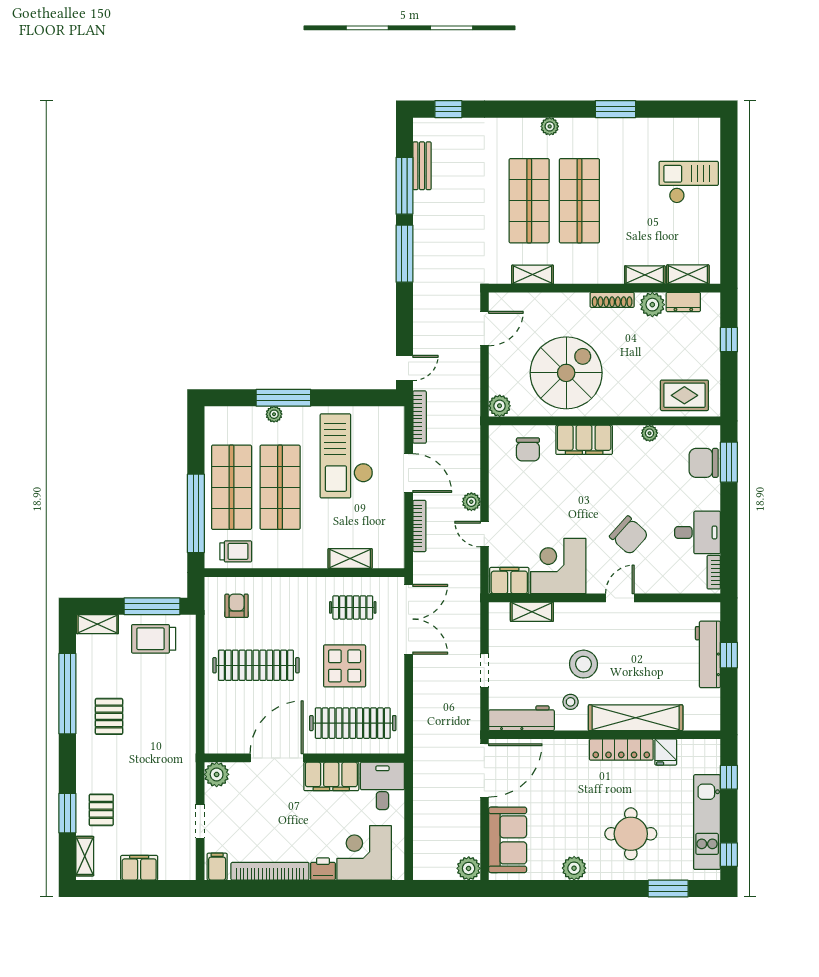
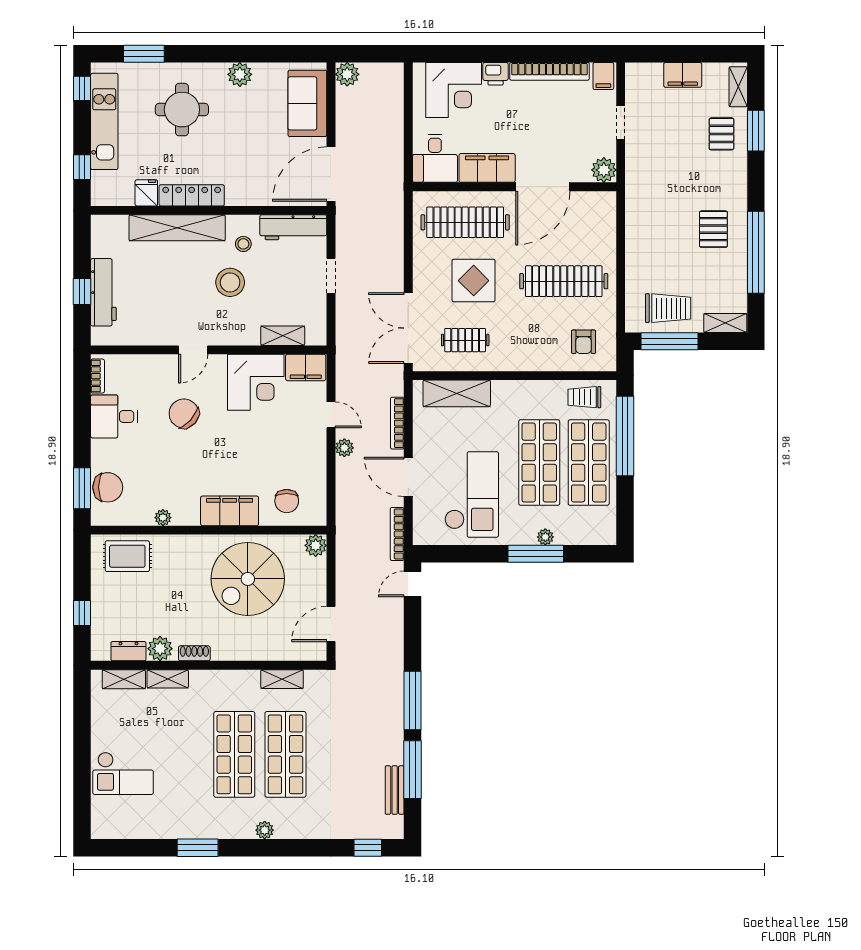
shoe rack: (612, 300) -> (194, 653), width x0.70
chair: (528, 449) -> (287, 501), turned 180
shelving: (350, 558) -> (457, 393), width x1.50, depth x1.33

